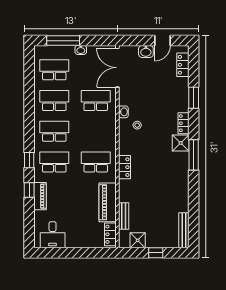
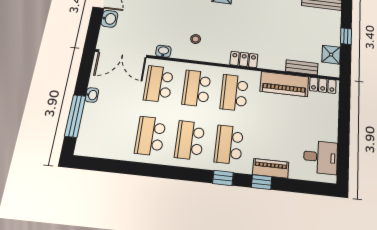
school desk: (54, 70) -> (197, 88), moved
washbasin: (123, 112) -> (163, 51), moved

